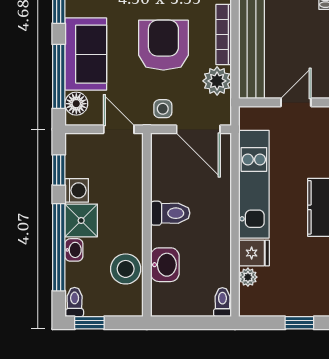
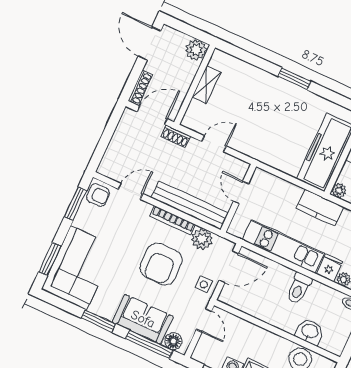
armchair: (163, 45) -> (161, 264), turned -90
door: (119, 129) -> (204, 320), swing flipped
toilet: (170, 213) -> (299, 288), moved, turned 180

